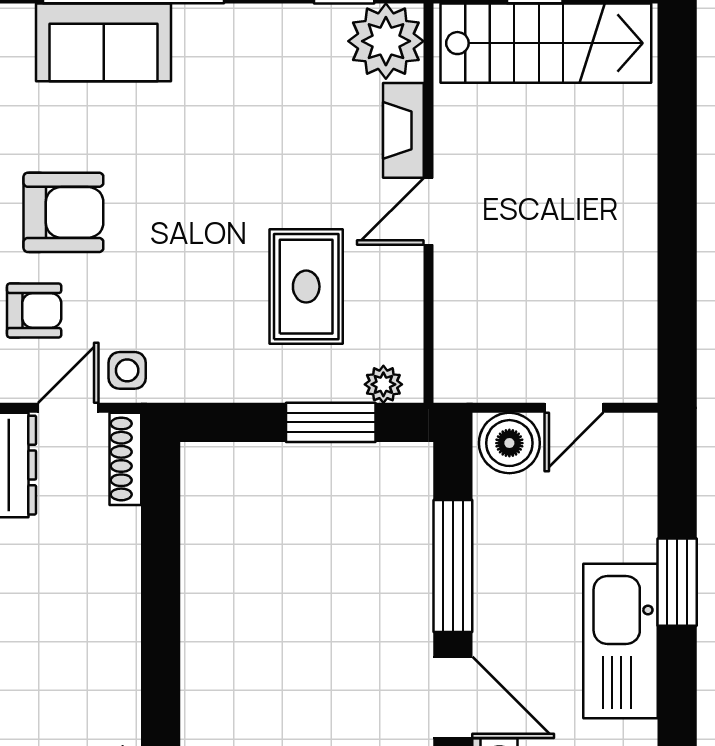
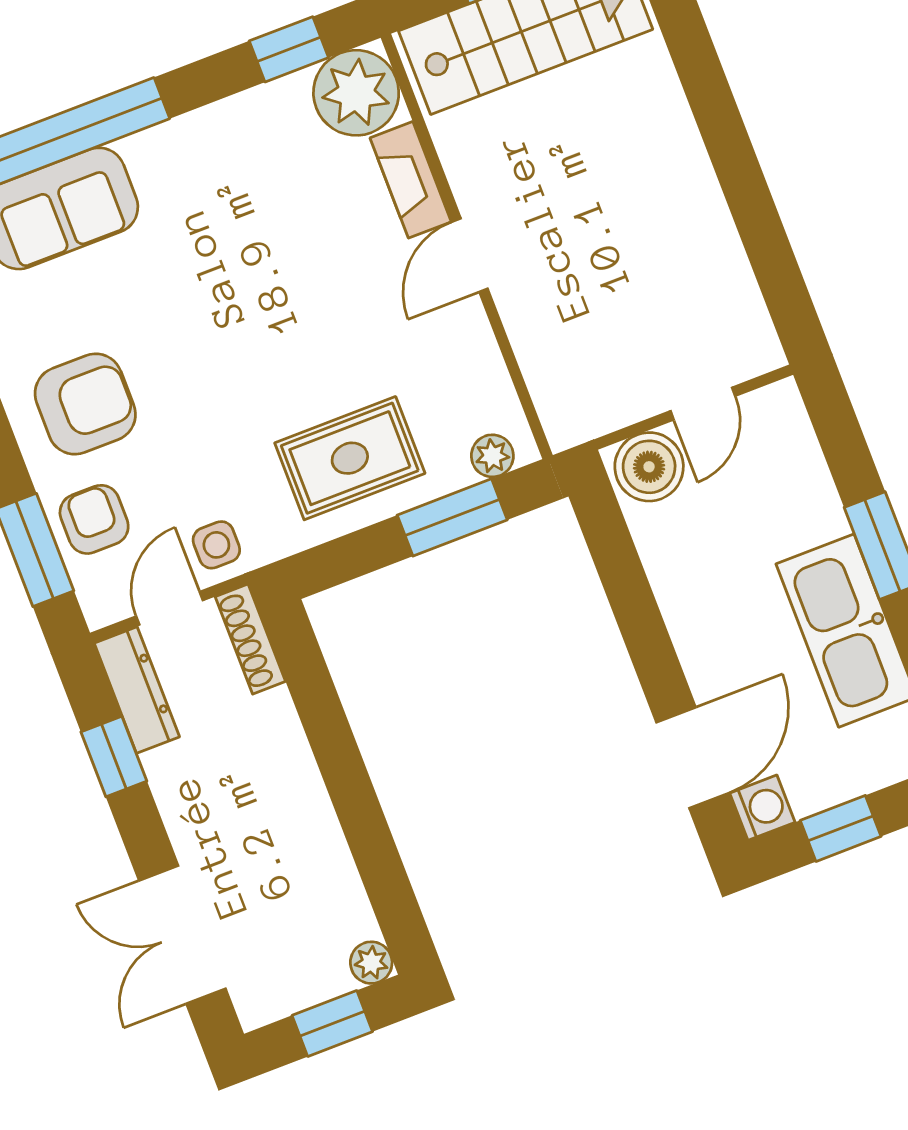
rug: (306, 287) -> (350, 458), moved, turned 90
armchair: (34, 310) -> (94, 519), turned -90
window: (453, 566) -> (639, 619), removed
door: (453, 697) -> (692, 758), hinge flipped

